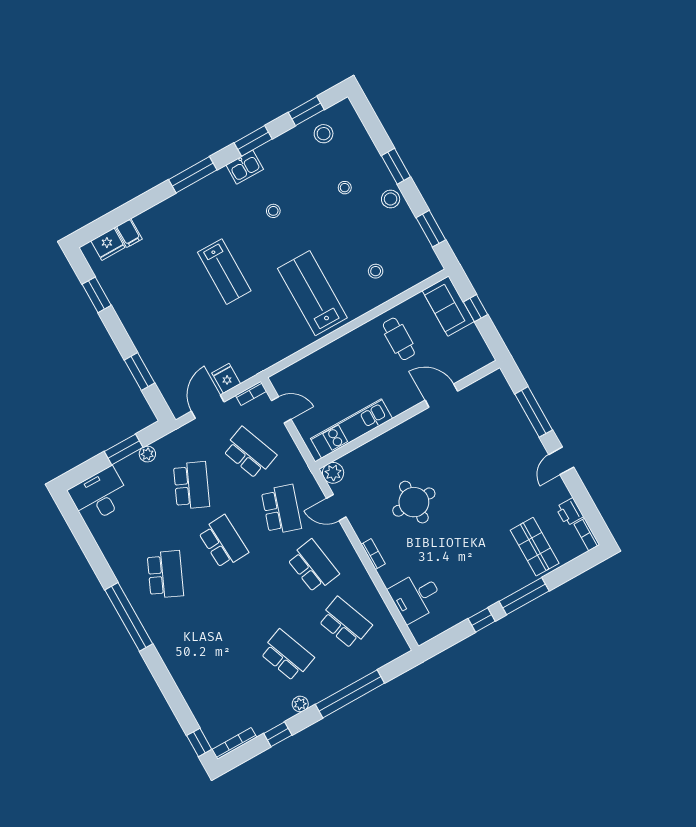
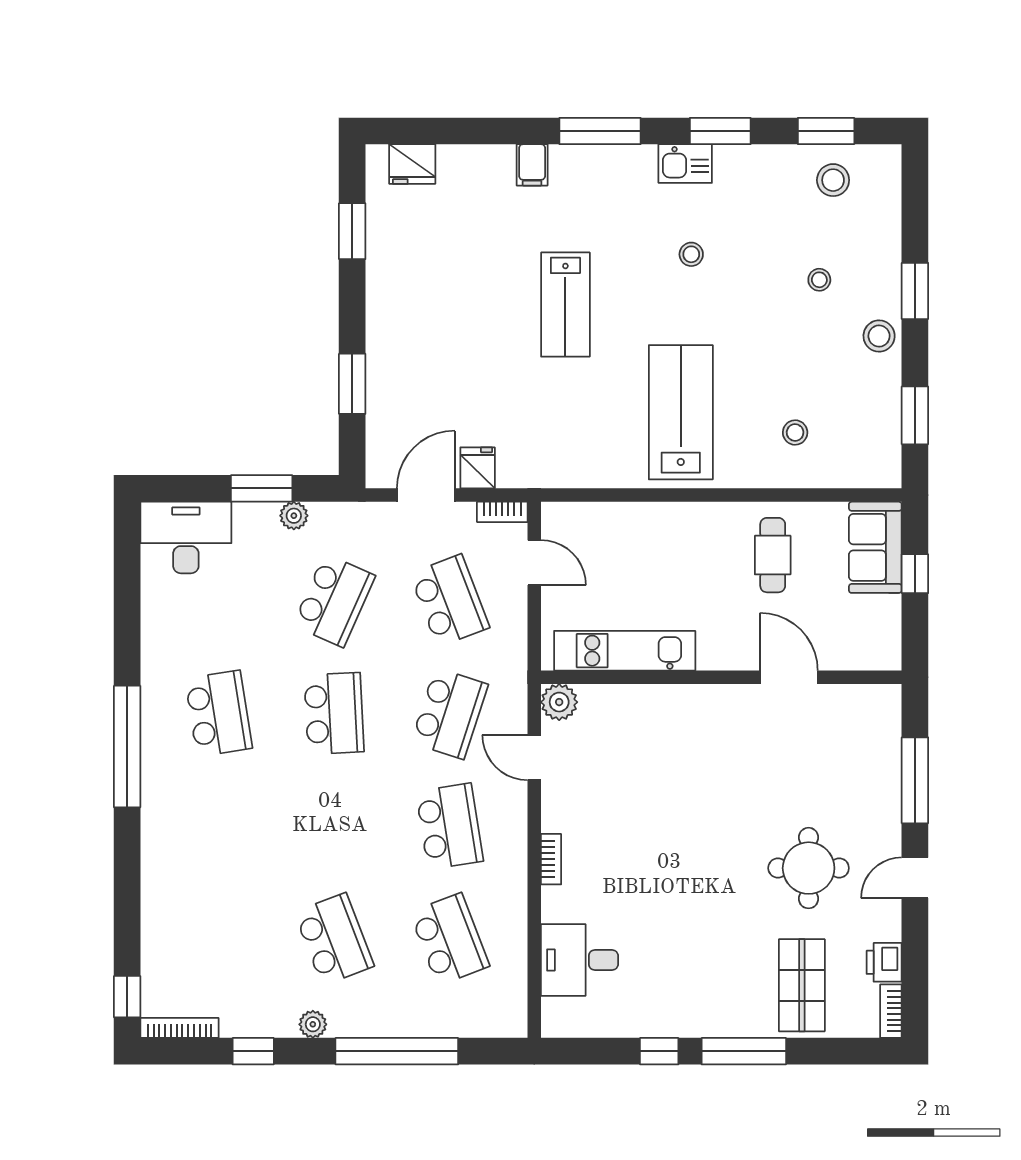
filing cabinet: (129, 233) -> (532, 165), moved
round table: (414, 502) -> (809, 868), moved
school desk: (165, 574) -> (219, 713), turned -33

